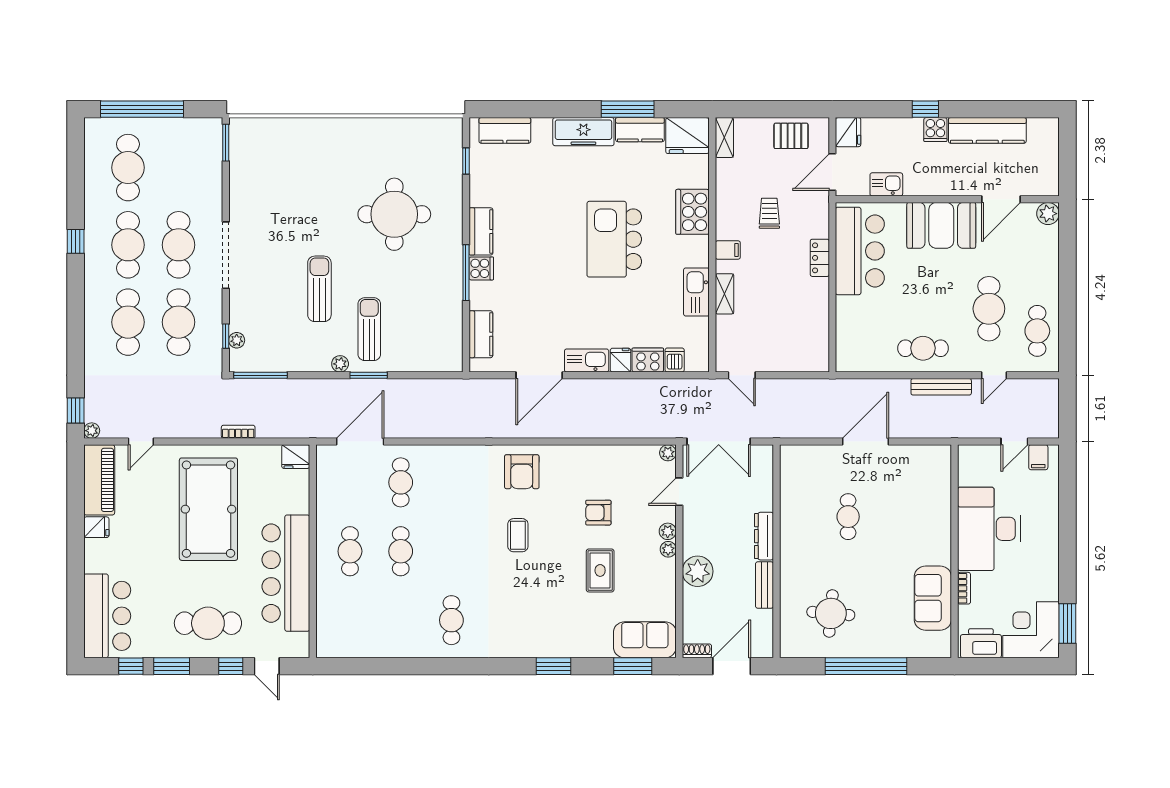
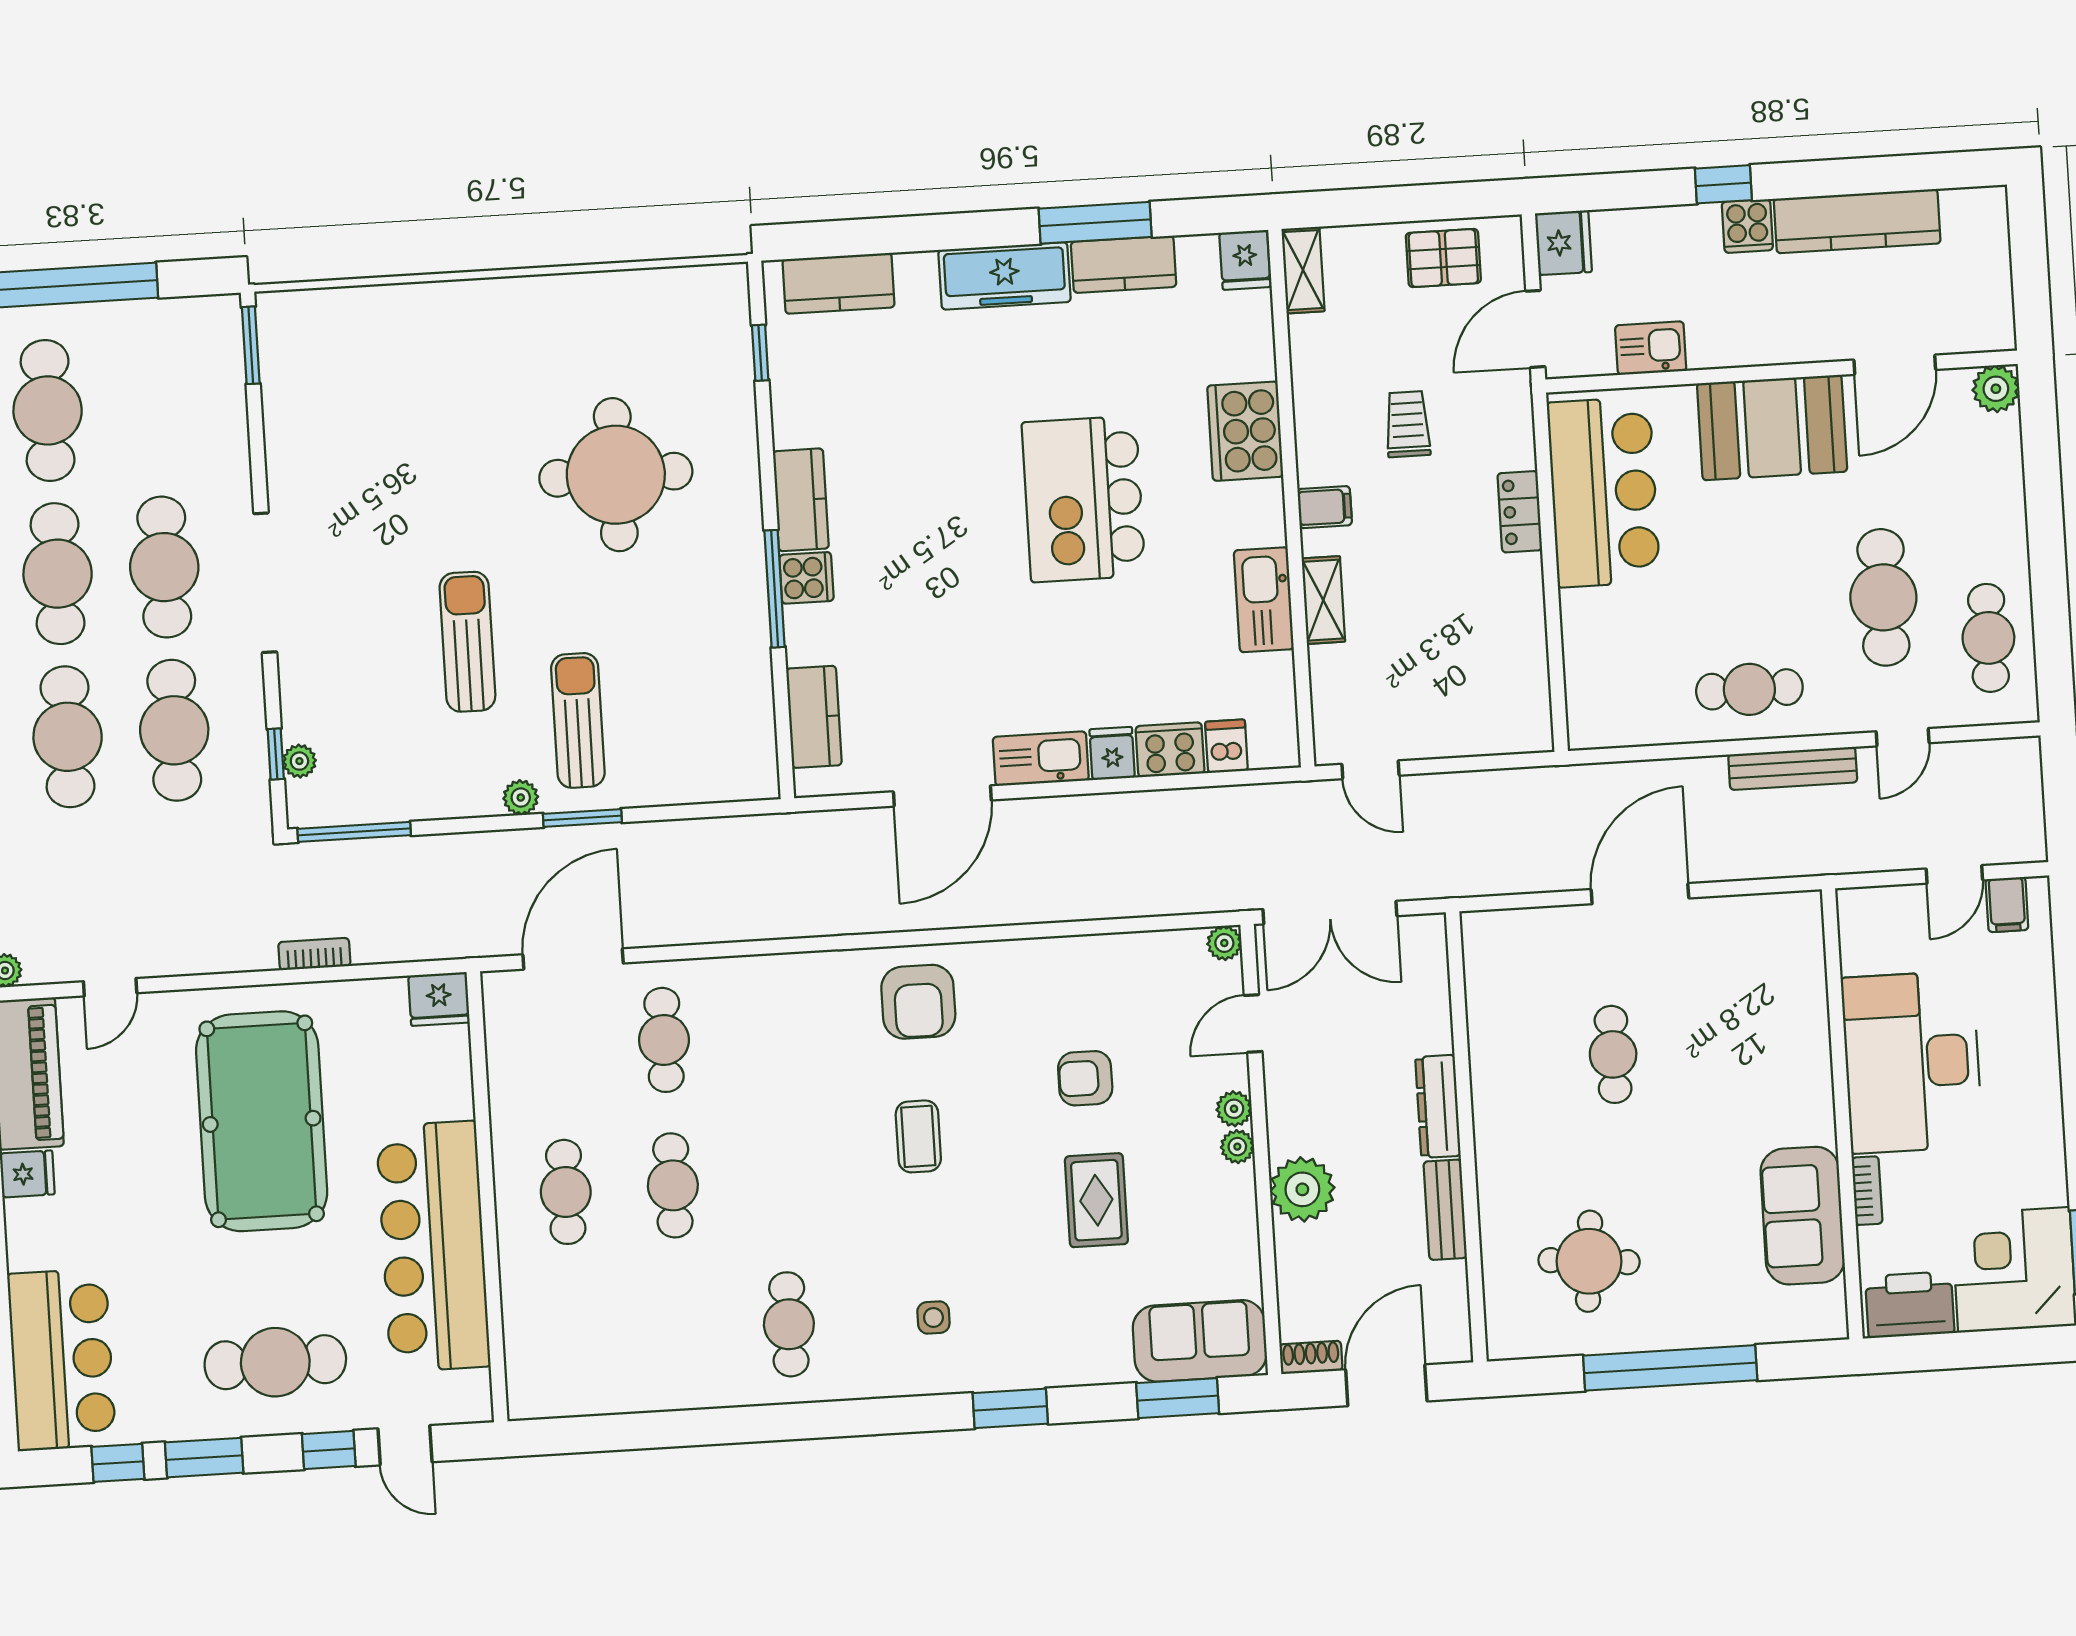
fridge: (687, 136) -> (1245, 260), width x0.53, depth x0.75
side table: (520, 621) -> (933, 1317), added

